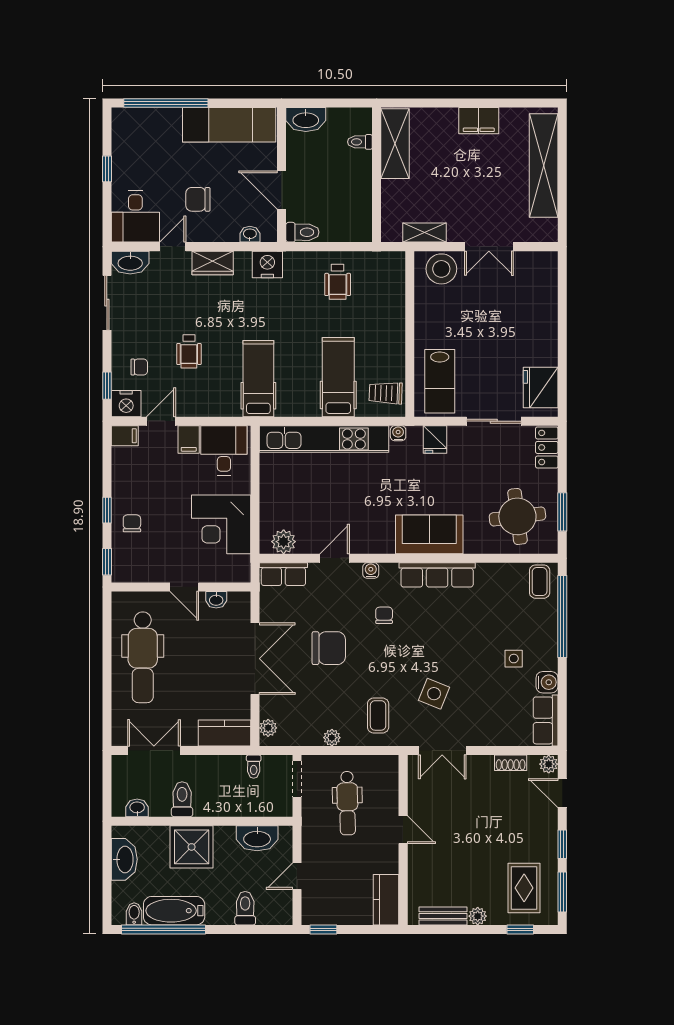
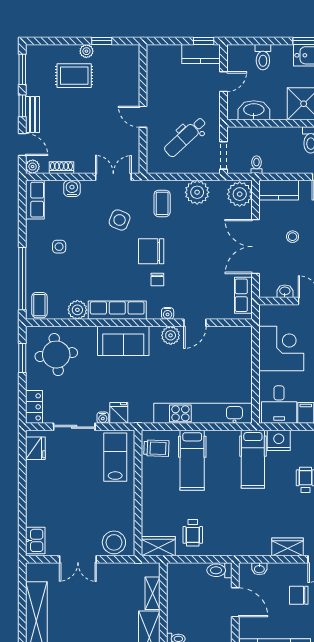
chair: (198, 199) -> (299, 595), turned 180
shelving: (425, 232) -> (152, 593), moved, turned 90
double door: (489, 247) -> (78, 559), swing flipped
nightstand: (267, 264) -> (279, 440), moved, turned 180
wardrobe: (383, 264) -> (158, 546), added
kitchen sink: (545, 272) -> (35, 540), added
wheelchair: (338, 282) -> (193, 533), turned 180
fridge: (541, 388) -> (35, 448), width x0.73, depth x0.75
water cooler: (398, 433) -> (103, 418), moved
plant: (284, 542) -> (171, 335), moved
row of seats: (283, 574) -> (243, 295), moved, turned -90
plant: (490, 575) -> (77, 310), added
chair: (329, 648) -> (151, 251), moved
stool: (206, 672) -> (293, 237), added
water cooler: (547, 682) -> (72, 188), moved, turned 90
plant: (268, 728) -> (240, 194), width x1.88, depth x1.88
plant: (332, 738) -> (197, 192), width x1.88, depth x1.88
dental chair: (347, 803) -> (185, 137), turned -132
rug: (524, 888) -> (74, 76), moved, turned 90
kitchen counter: (386, 900) -> (201, 54), moved, turned 90
bench: (443, 916) -> (33, 115), moved, turned 90
window: (520, 930) -> (102, 41), moved

